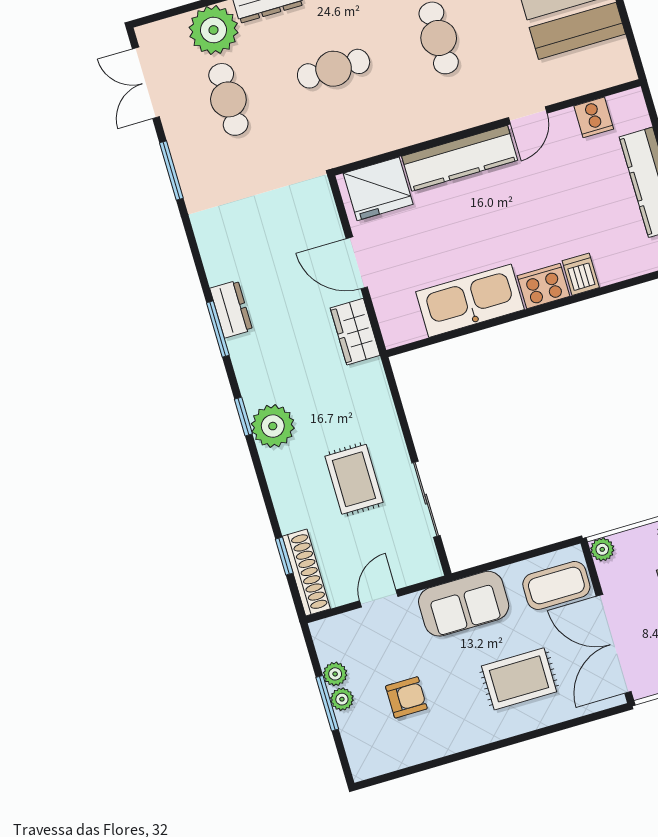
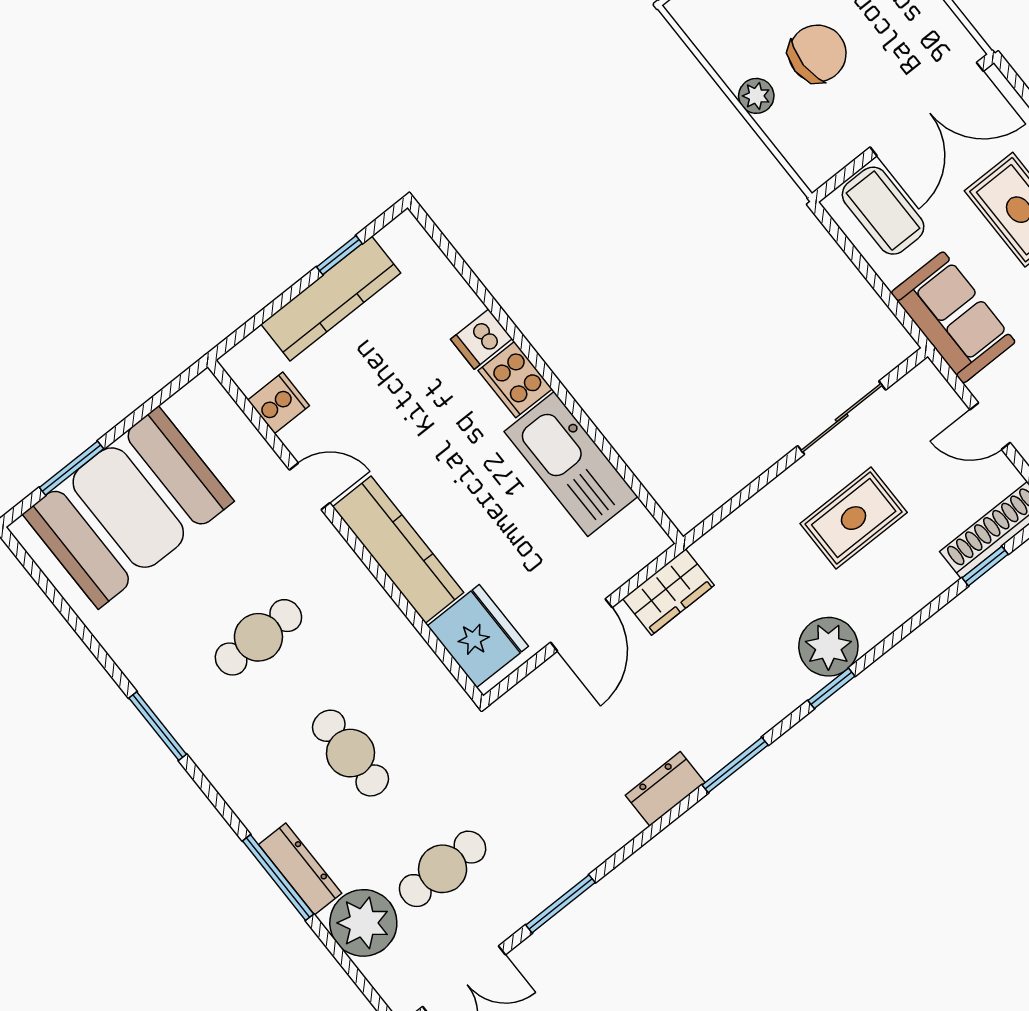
dresser: (231, 309) -> (665, 789), moved
plant: (602, 549) -> (814, 172), removed

